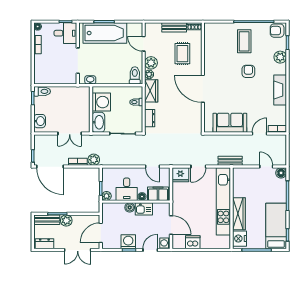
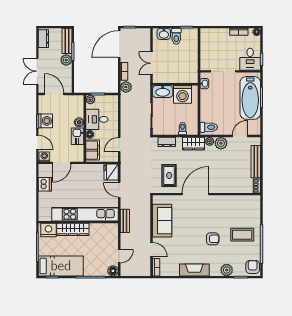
bench: (174, 27) -> (256, 162), width x1.36
rug: (182, 54) -> (169, 175), moved, turned 90
toilet: (42, 91) -> (176, 36), moved

